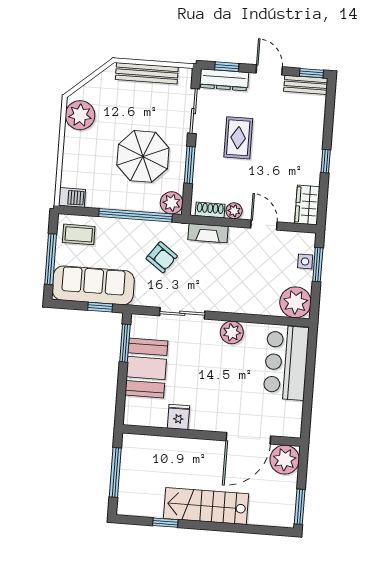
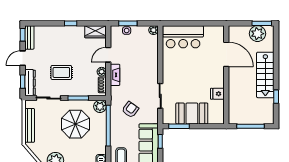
fireplace: (208, 233) -> (115, 75), moved
plant: (295, 302) -> (153, 30), width x0.53, depth x0.53
plant: (232, 332) -> (169, 68), removed
plant: (285, 460) -> (258, 34), moved

